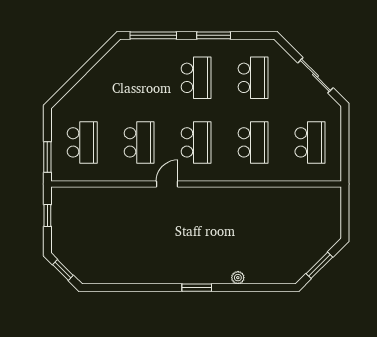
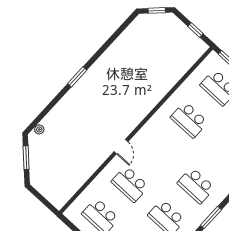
school desk: (196, 142) -> (160, 152), removed
door: (167, 184) -> (121, 147), moved
plant: (238, 278) -> (39, 129), moved

